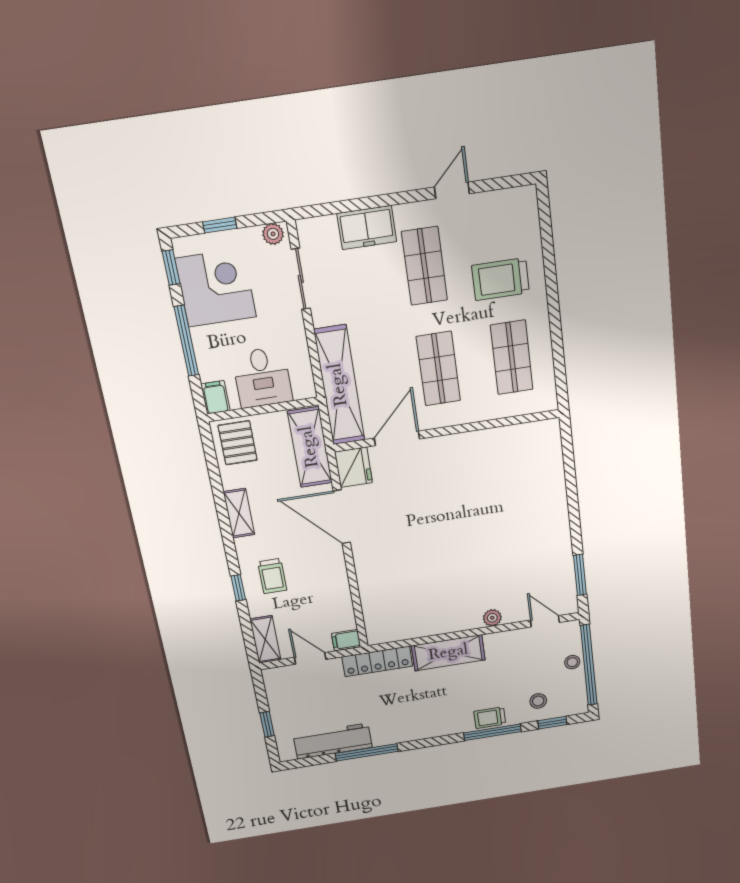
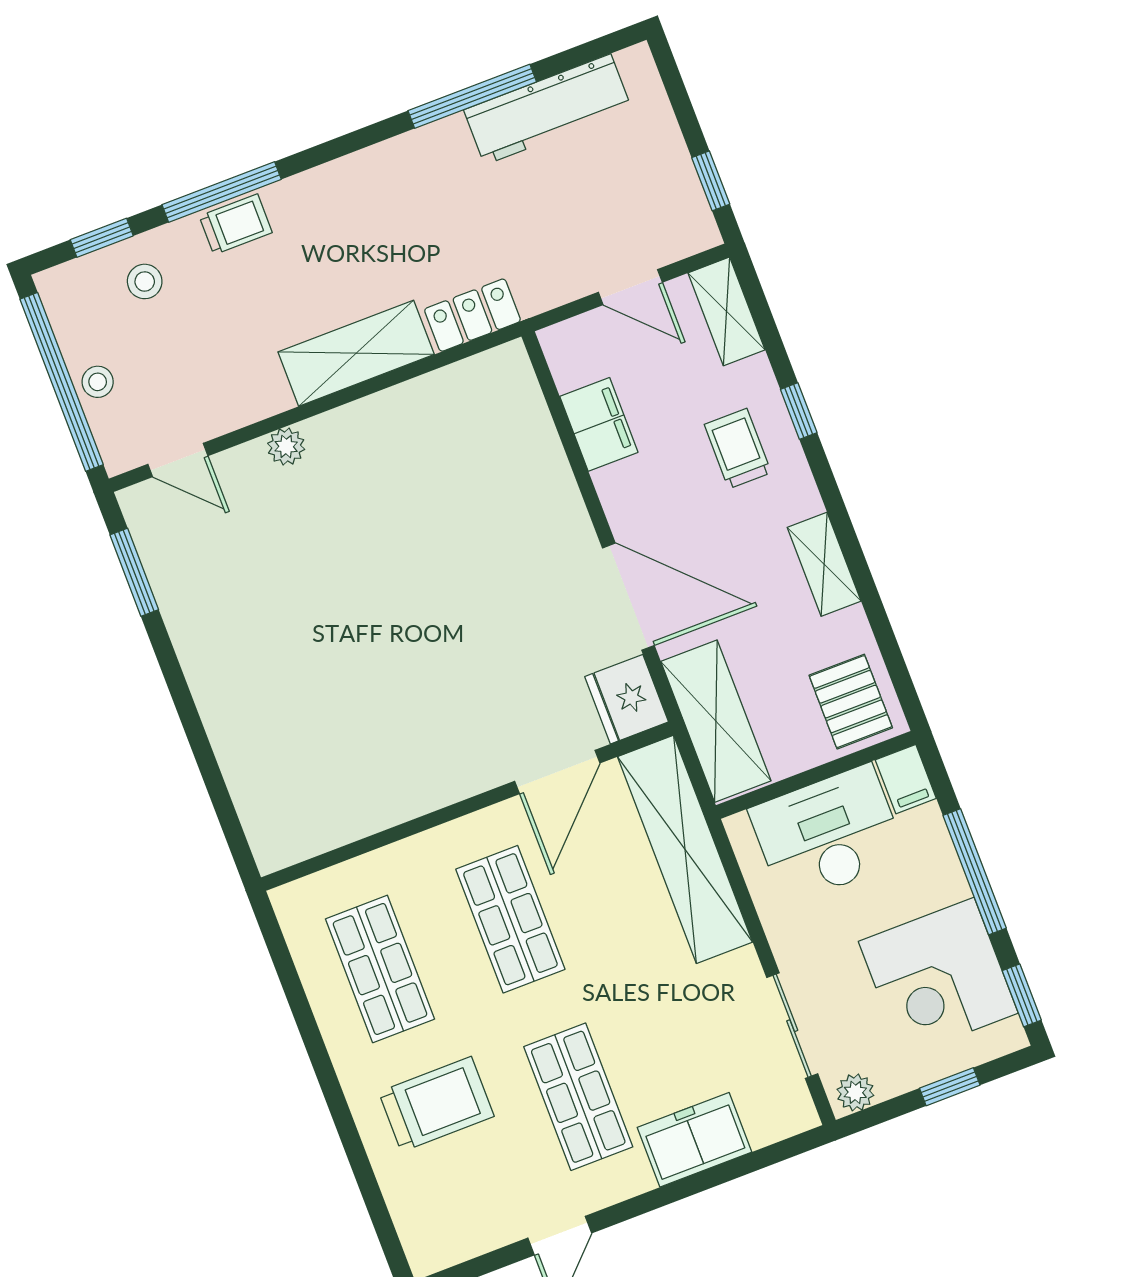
desk: (262, 377) -> (828, 834), width x1.37
filing cabinet: (346, 640) -> (599, 424), moved, width x2.00
locker: (377, 661) -> (472, 315), width x0.66
window: (267, 724) -> (711, 181), moved

